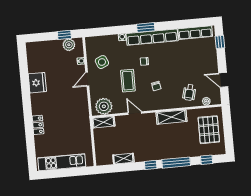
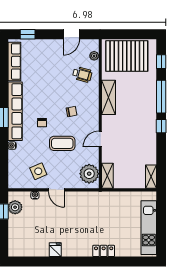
fridge: (37, 83) -> (55, 250), width x0.53, depth x0.75
pallet: (209, 130) -> (127, 56), width x1.37, depth x1.41
shelving: (123, 159) -> (151, 177), moved

